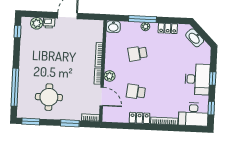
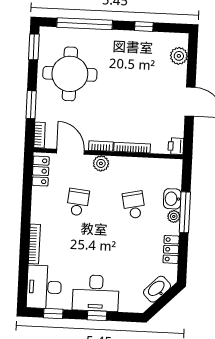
printer: (49, 23) -> (176, 146), moved
washbasin: (113, 27) -> (172, 199), moved
window: (17, 32) -> (144, 27), moved
round table: (49, 97) -> (70, 74), width x1.36, depth x1.36
door: (102, 97) -> (70, 152), swing flipped
locker: (139, 118) -> (41, 171), moved

